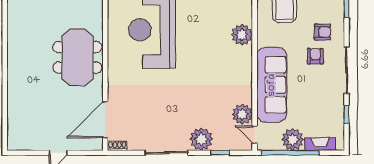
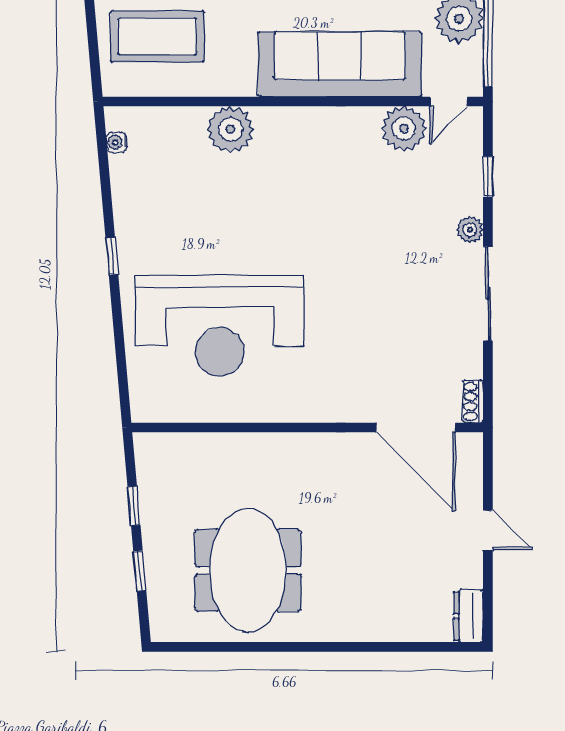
meeting table: (77, 57) -> (248, 570), moved, turned 90
plant: (201, 139) -> (470, 230), width x0.53, depth x0.53
dresser: (19, 144) -> (468, 616), added

